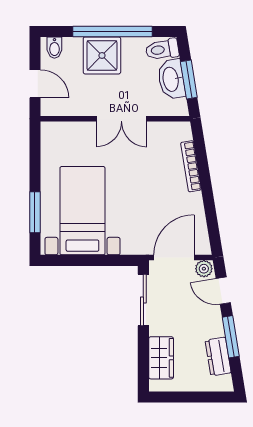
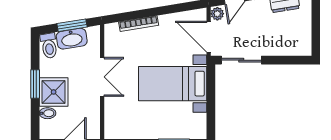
window: (112, 31) -> (35, 84), width x0.47
bidet: (54, 48) -> (47, 113), moved
bed with nightstands: (82, 211) -> (173, 84), moved
wardrobe: (161, 358) -> (286, 47), removed

